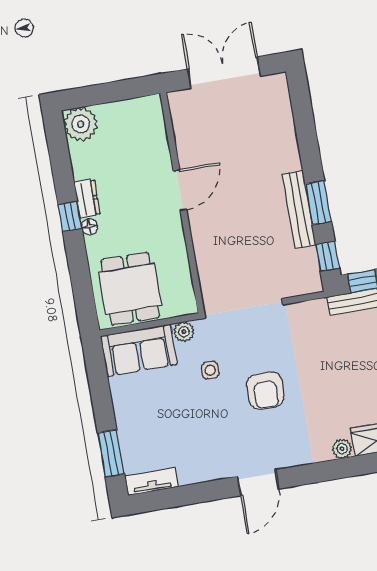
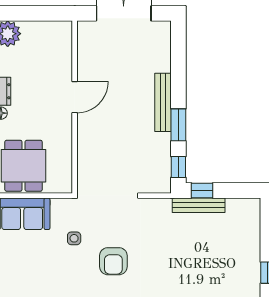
bench: (299, 210) -> (163, 102), moved
plant: (184, 332) -> (59, 206), removed

